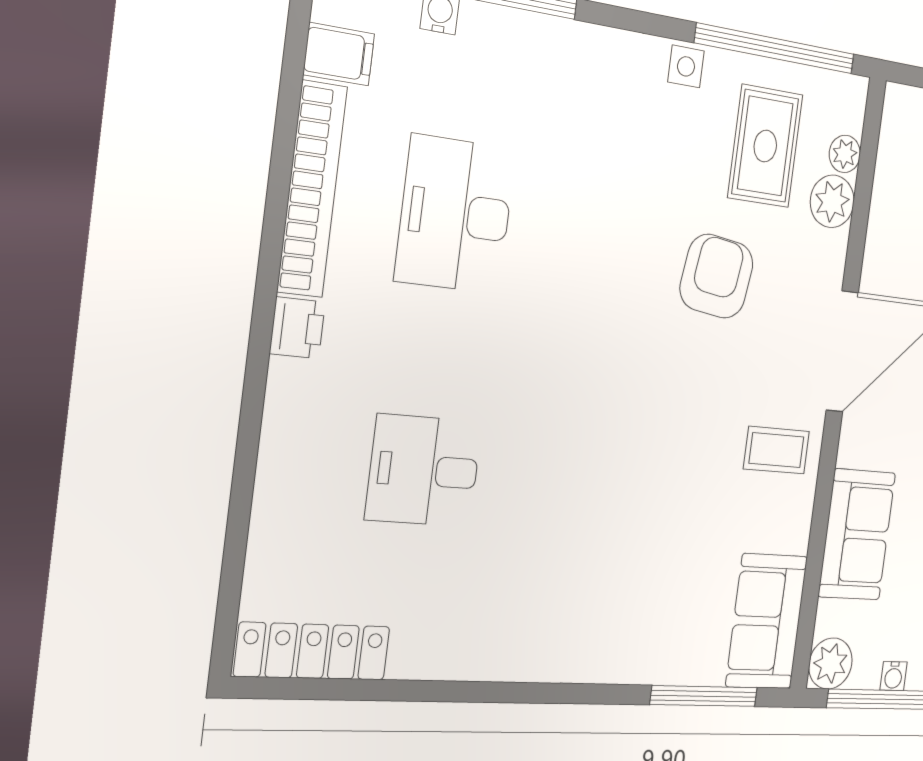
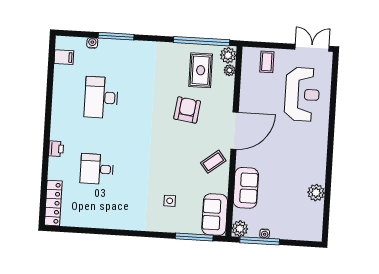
side table: (686, 66) -> (170, 201), moved
bookcase: (312, 189) -> (59, 94), removed
plant: (832, 201) -> (228, 55), moved
printer: (297, 328) -> (56, 149), moved
coffee table: (776, 450) -> (213, 162), turned -38
locker: (313, 651) -> (53, 203), moved, turned 90

